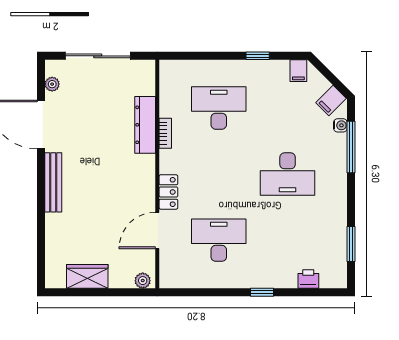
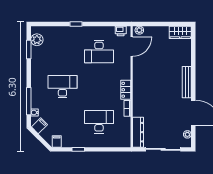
desk: (219, 108) -> (99, 122), turned 180
dresser: (145, 125) -> (138, 132), moved
locker: (168, 192) -> (126, 90), moved
door: (157, 231) -> (132, 47), moved
plant: (336, 262) -> (37, 40), added
wardrobe: (87, 276) -> (180, 32), moved
printer: (308, 279) -> (121, 31), moved

